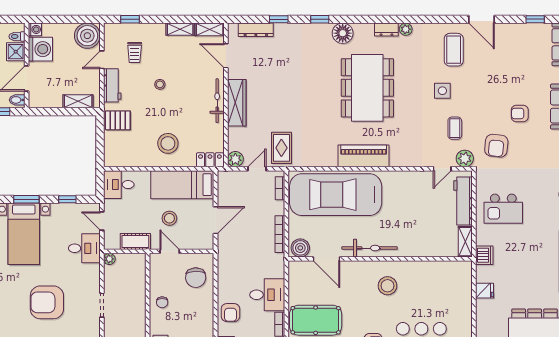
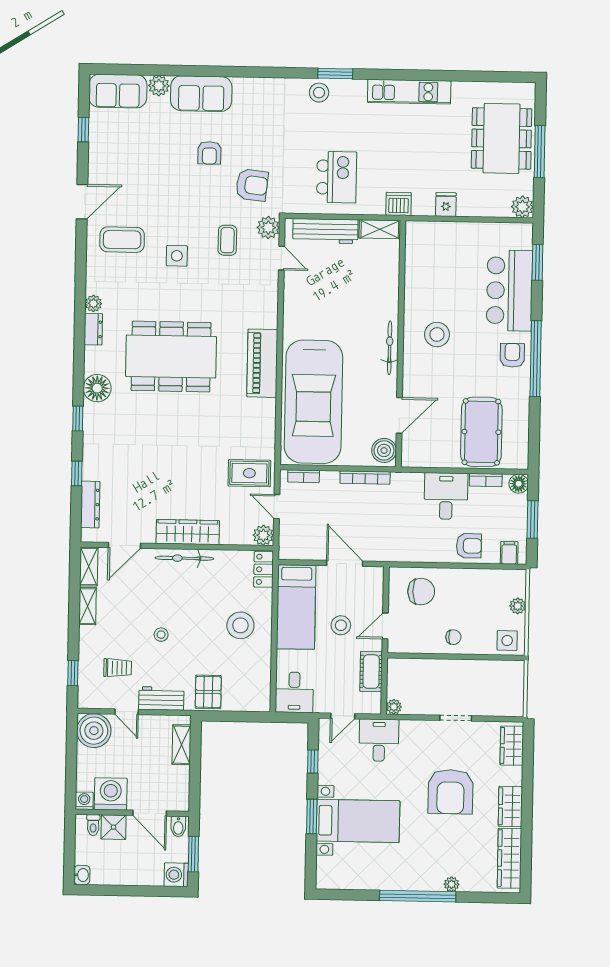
coffee table: (455, 128) -> (227, 240), turned 90
bicycle: (370, 248) -> (390, 348), width x0.73, depth x0.71

